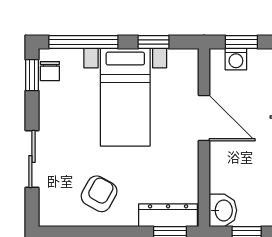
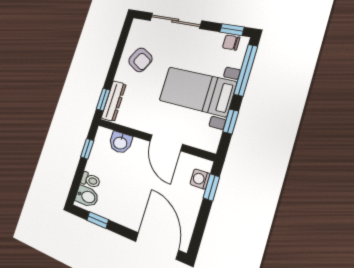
door: (204, 118) -> (166, 143), hinge flipped
sliding door: (32, 159) -> (175, 21), width x1.37
washbasin: (223, 210) -> (120, 143), moved

